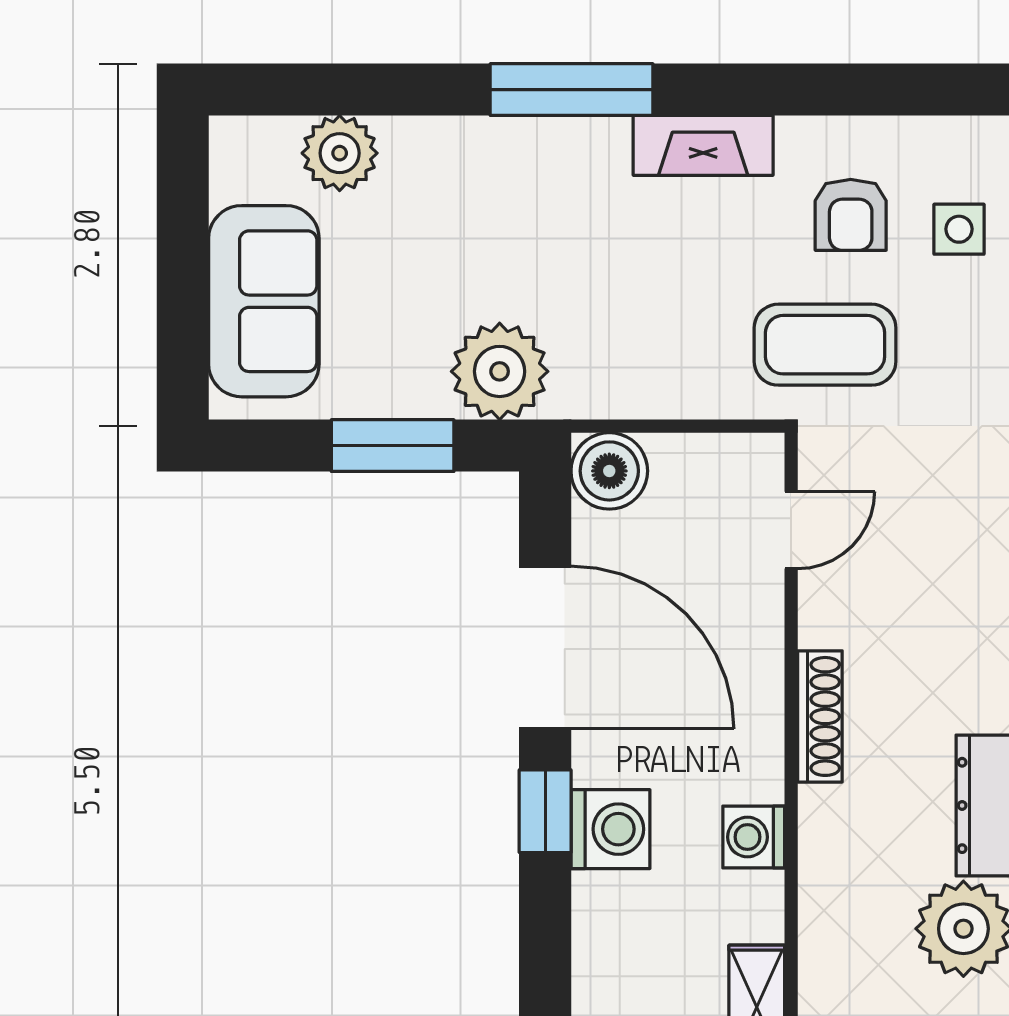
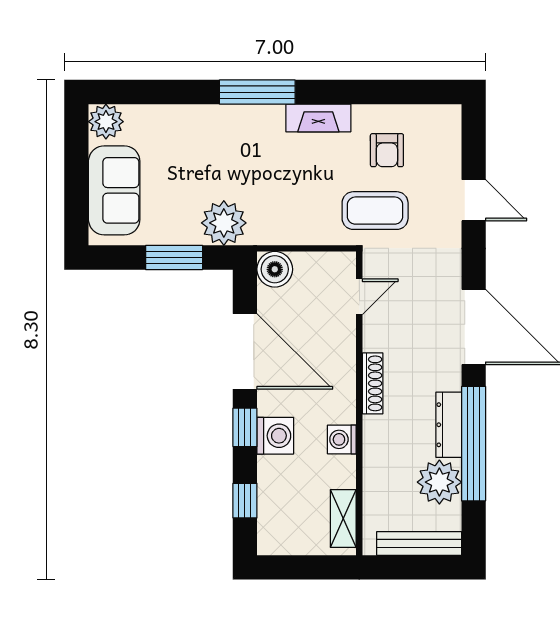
plant: (340, 153) -> (106, 122), moved
side table: (959, 229) -> (437, 157), removed
window: (545, 969) -> (245, 501), added

